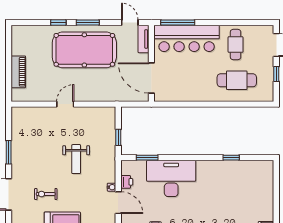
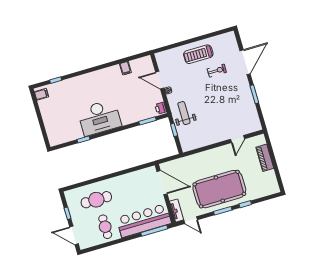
door: (65, 104) -> (237, 139), moved
weight bench: (76, 159) -> (184, 113), moved
desk: (171, 178) -> (99, 118), moved
printer: (127, 182) -> (161, 108), moved

